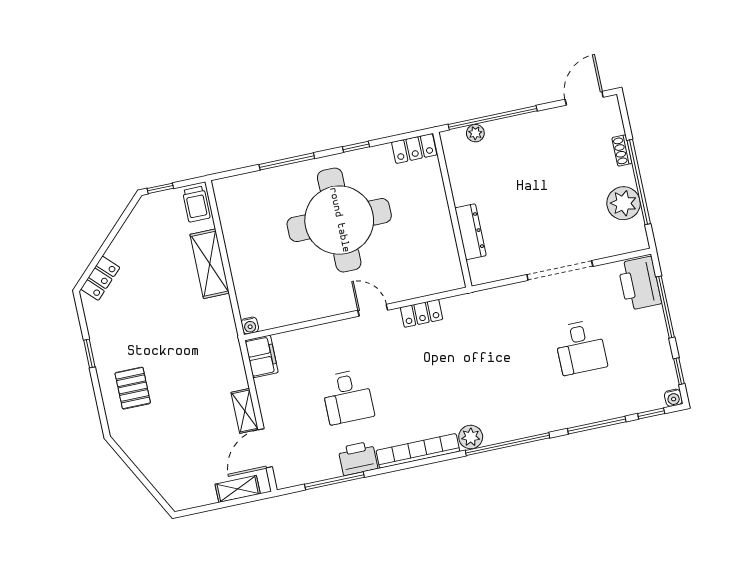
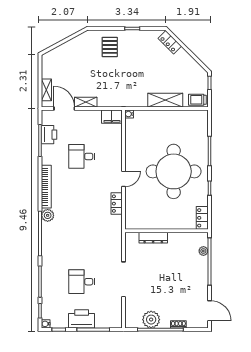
printer: (640, 283) -> (82, 319), moved
pallet: (133, 388) -> (110, 47), turned 90
printer: (358, 458) -> (49, 135), moved

